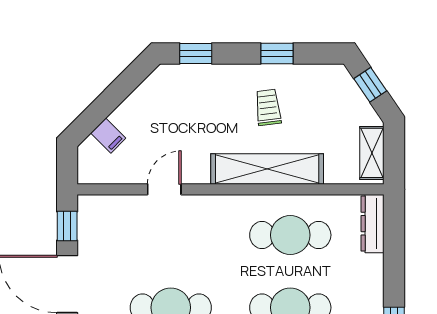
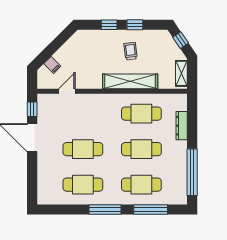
window: (196, 54) -> (109, 25), moved
door: (164, 189) -> (67, 91), moved
dresser: (372, 224) -> (182, 126), moved

